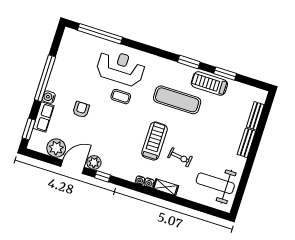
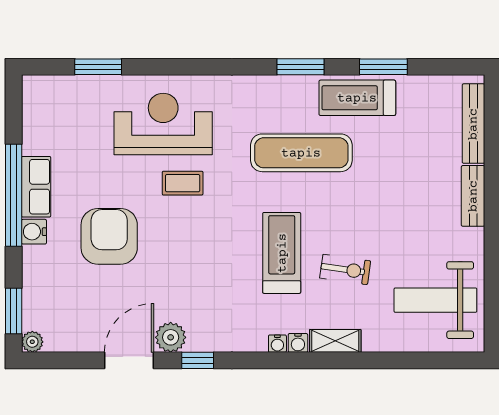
window: (100, 34) -> (98, 67), width x0.47
armchair: (81, 110) -> (109, 236), width x1.88, depth x1.88
bench: (255, 116) -> (473, 124), width x1.36
row of seats: (43, 117) -> (36, 187), moved
plant: (56, 148) -> (32, 342), moved, width x0.53, depth x0.53

